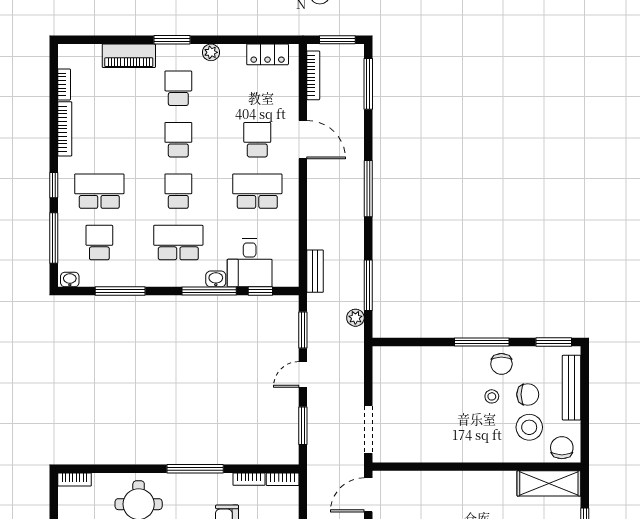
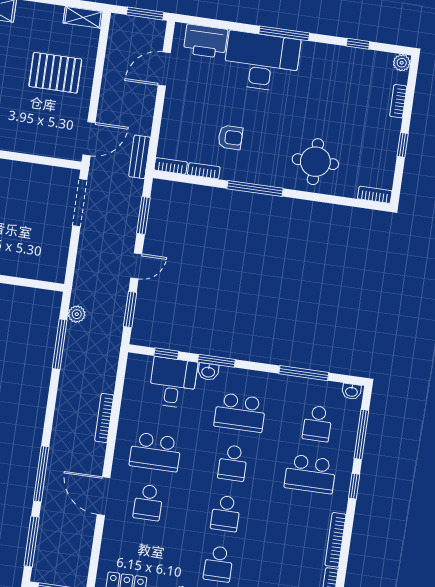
bookcase: (313, 75) -> (104, 418), moved
window: (368, 189) -> (41, 474), moved
bench: (315, 271) -> (140, 157), moved
window: (209, 291) -> (216, 361), width x0.69

